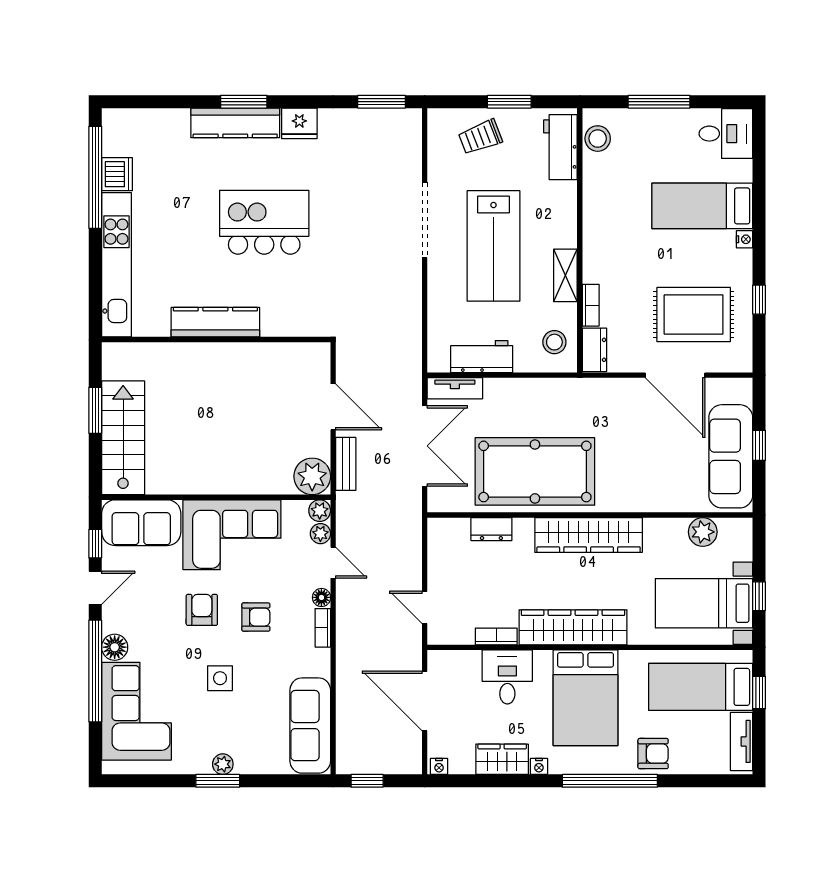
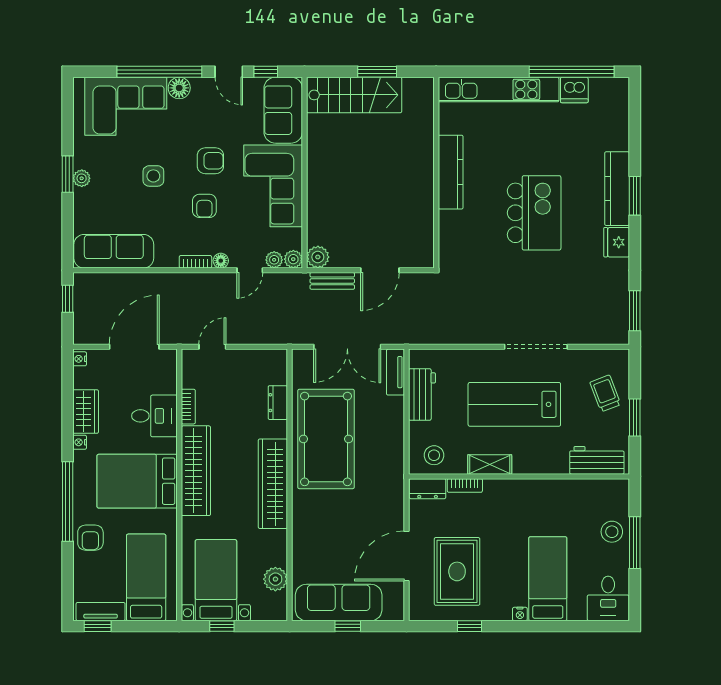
stool: (598, 139) -> (612, 532), moved
plant: (312, 476) -> (318, 257), width x0.73, depth x0.73
window: (759, 693) -> (98, 626), moved

